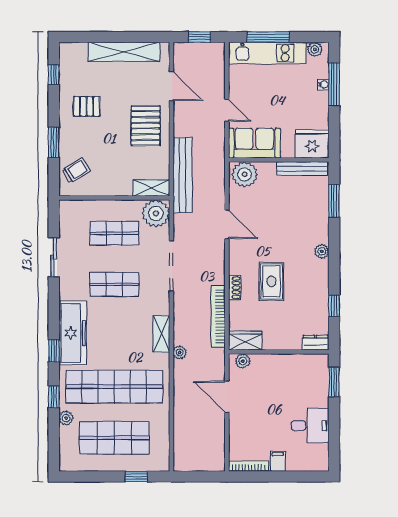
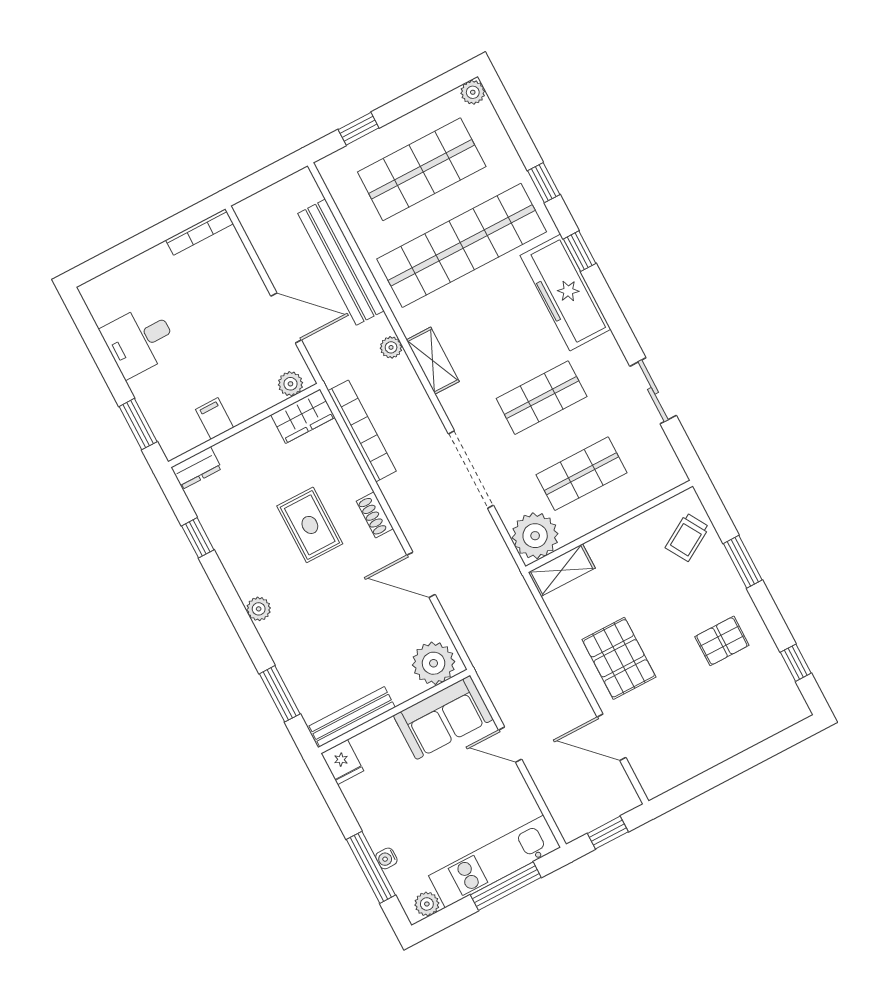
shelving: (124, 52) -> (709, 751), removed
fridge: (312, 144) -> (342, 762), width x0.53, depth x0.75
bench: (182, 175) -> (341, 262), moved
shoe rack: (235, 288) -> (375, 515), moved
plant: (66, 418) -> (473, 92), moved
filing cabinet: (278, 461) -> (215, 418), moved, turned 180

